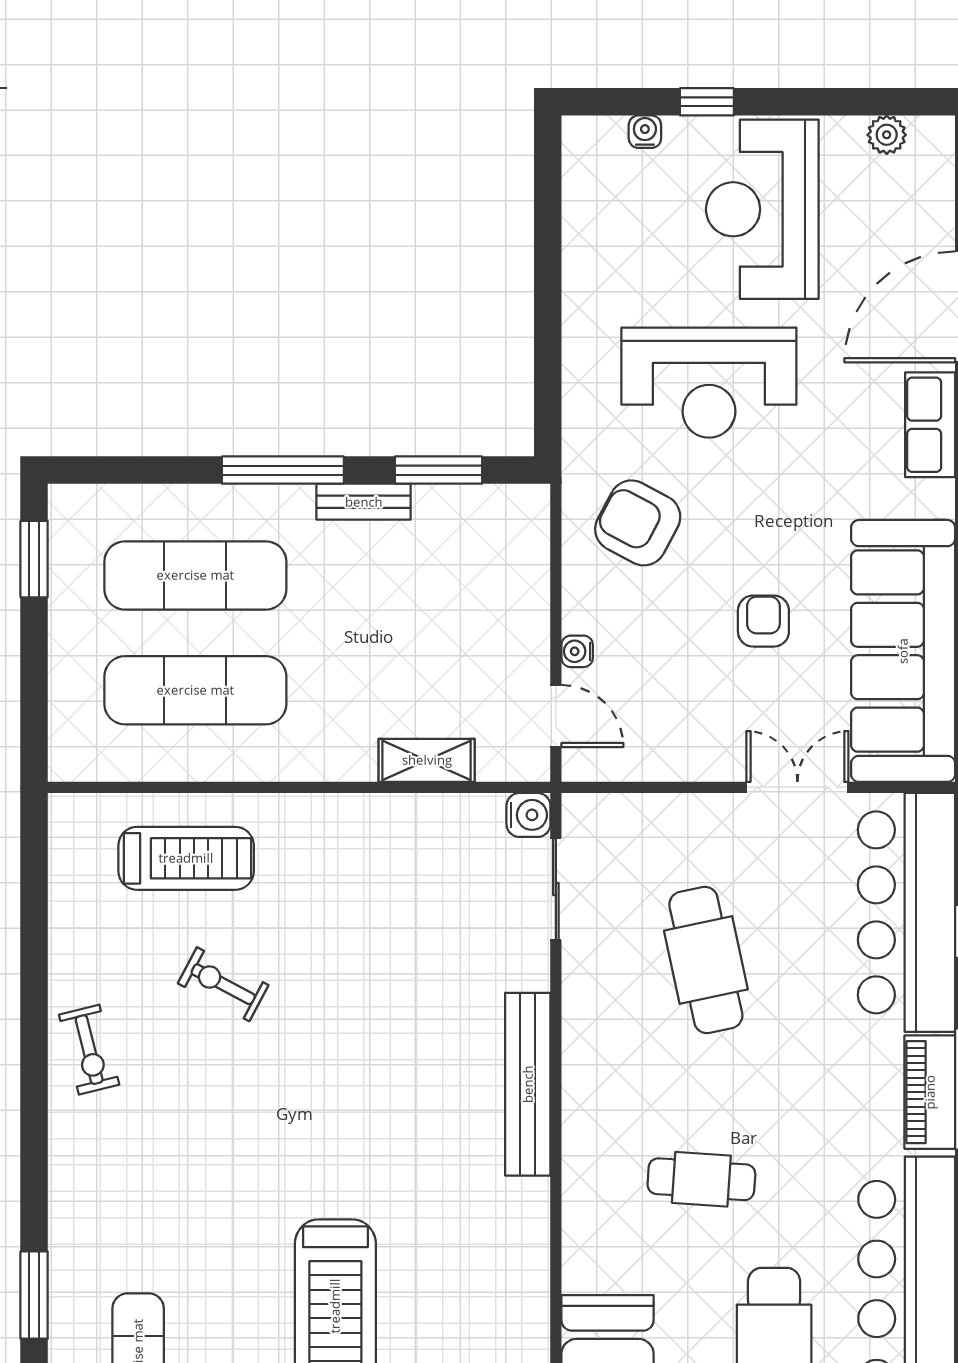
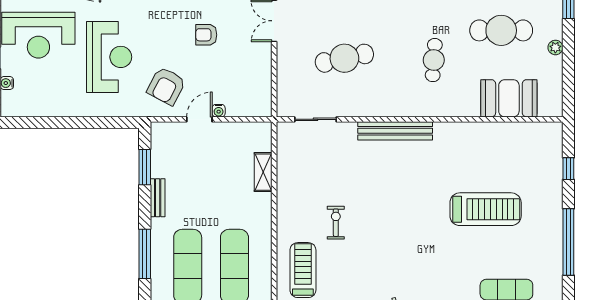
window: (283, 470) -> (145, 254), moved
door: (556, 716) -> (199, 119), moved
water cooler: (528, 815) -> (285, 131), removed
exercise bike: (223, 984) -> (336, 223), moved, turned 152

